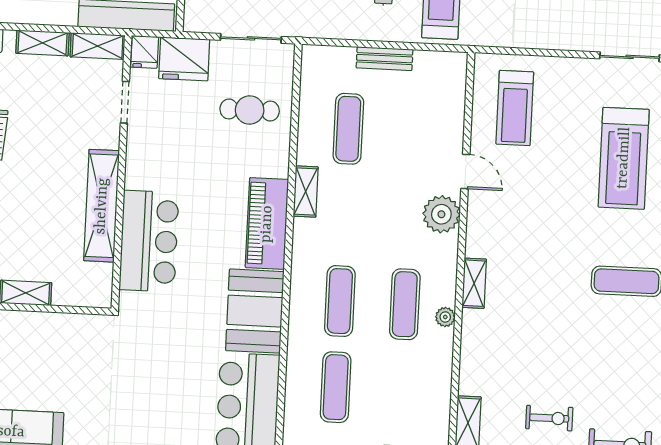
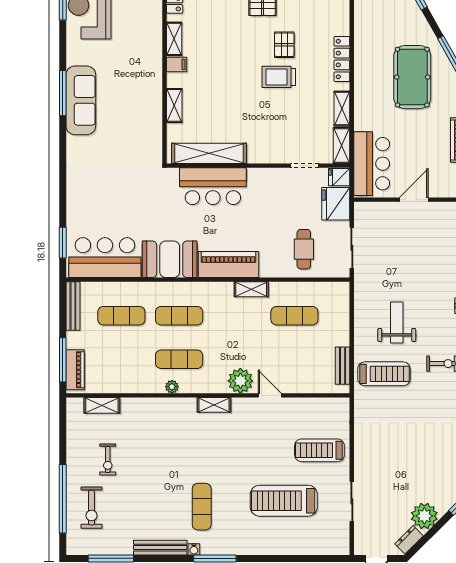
bench: (385, 59) -> (343, 366), moved
treadmill: (515, 108) -> (319, 450), moved
door: (465, 171) -> (270, 395), swing flipped
shelving: (102, 206) -> (209, 153), moved
shelving: (474, 283) -> (214, 405), moved

